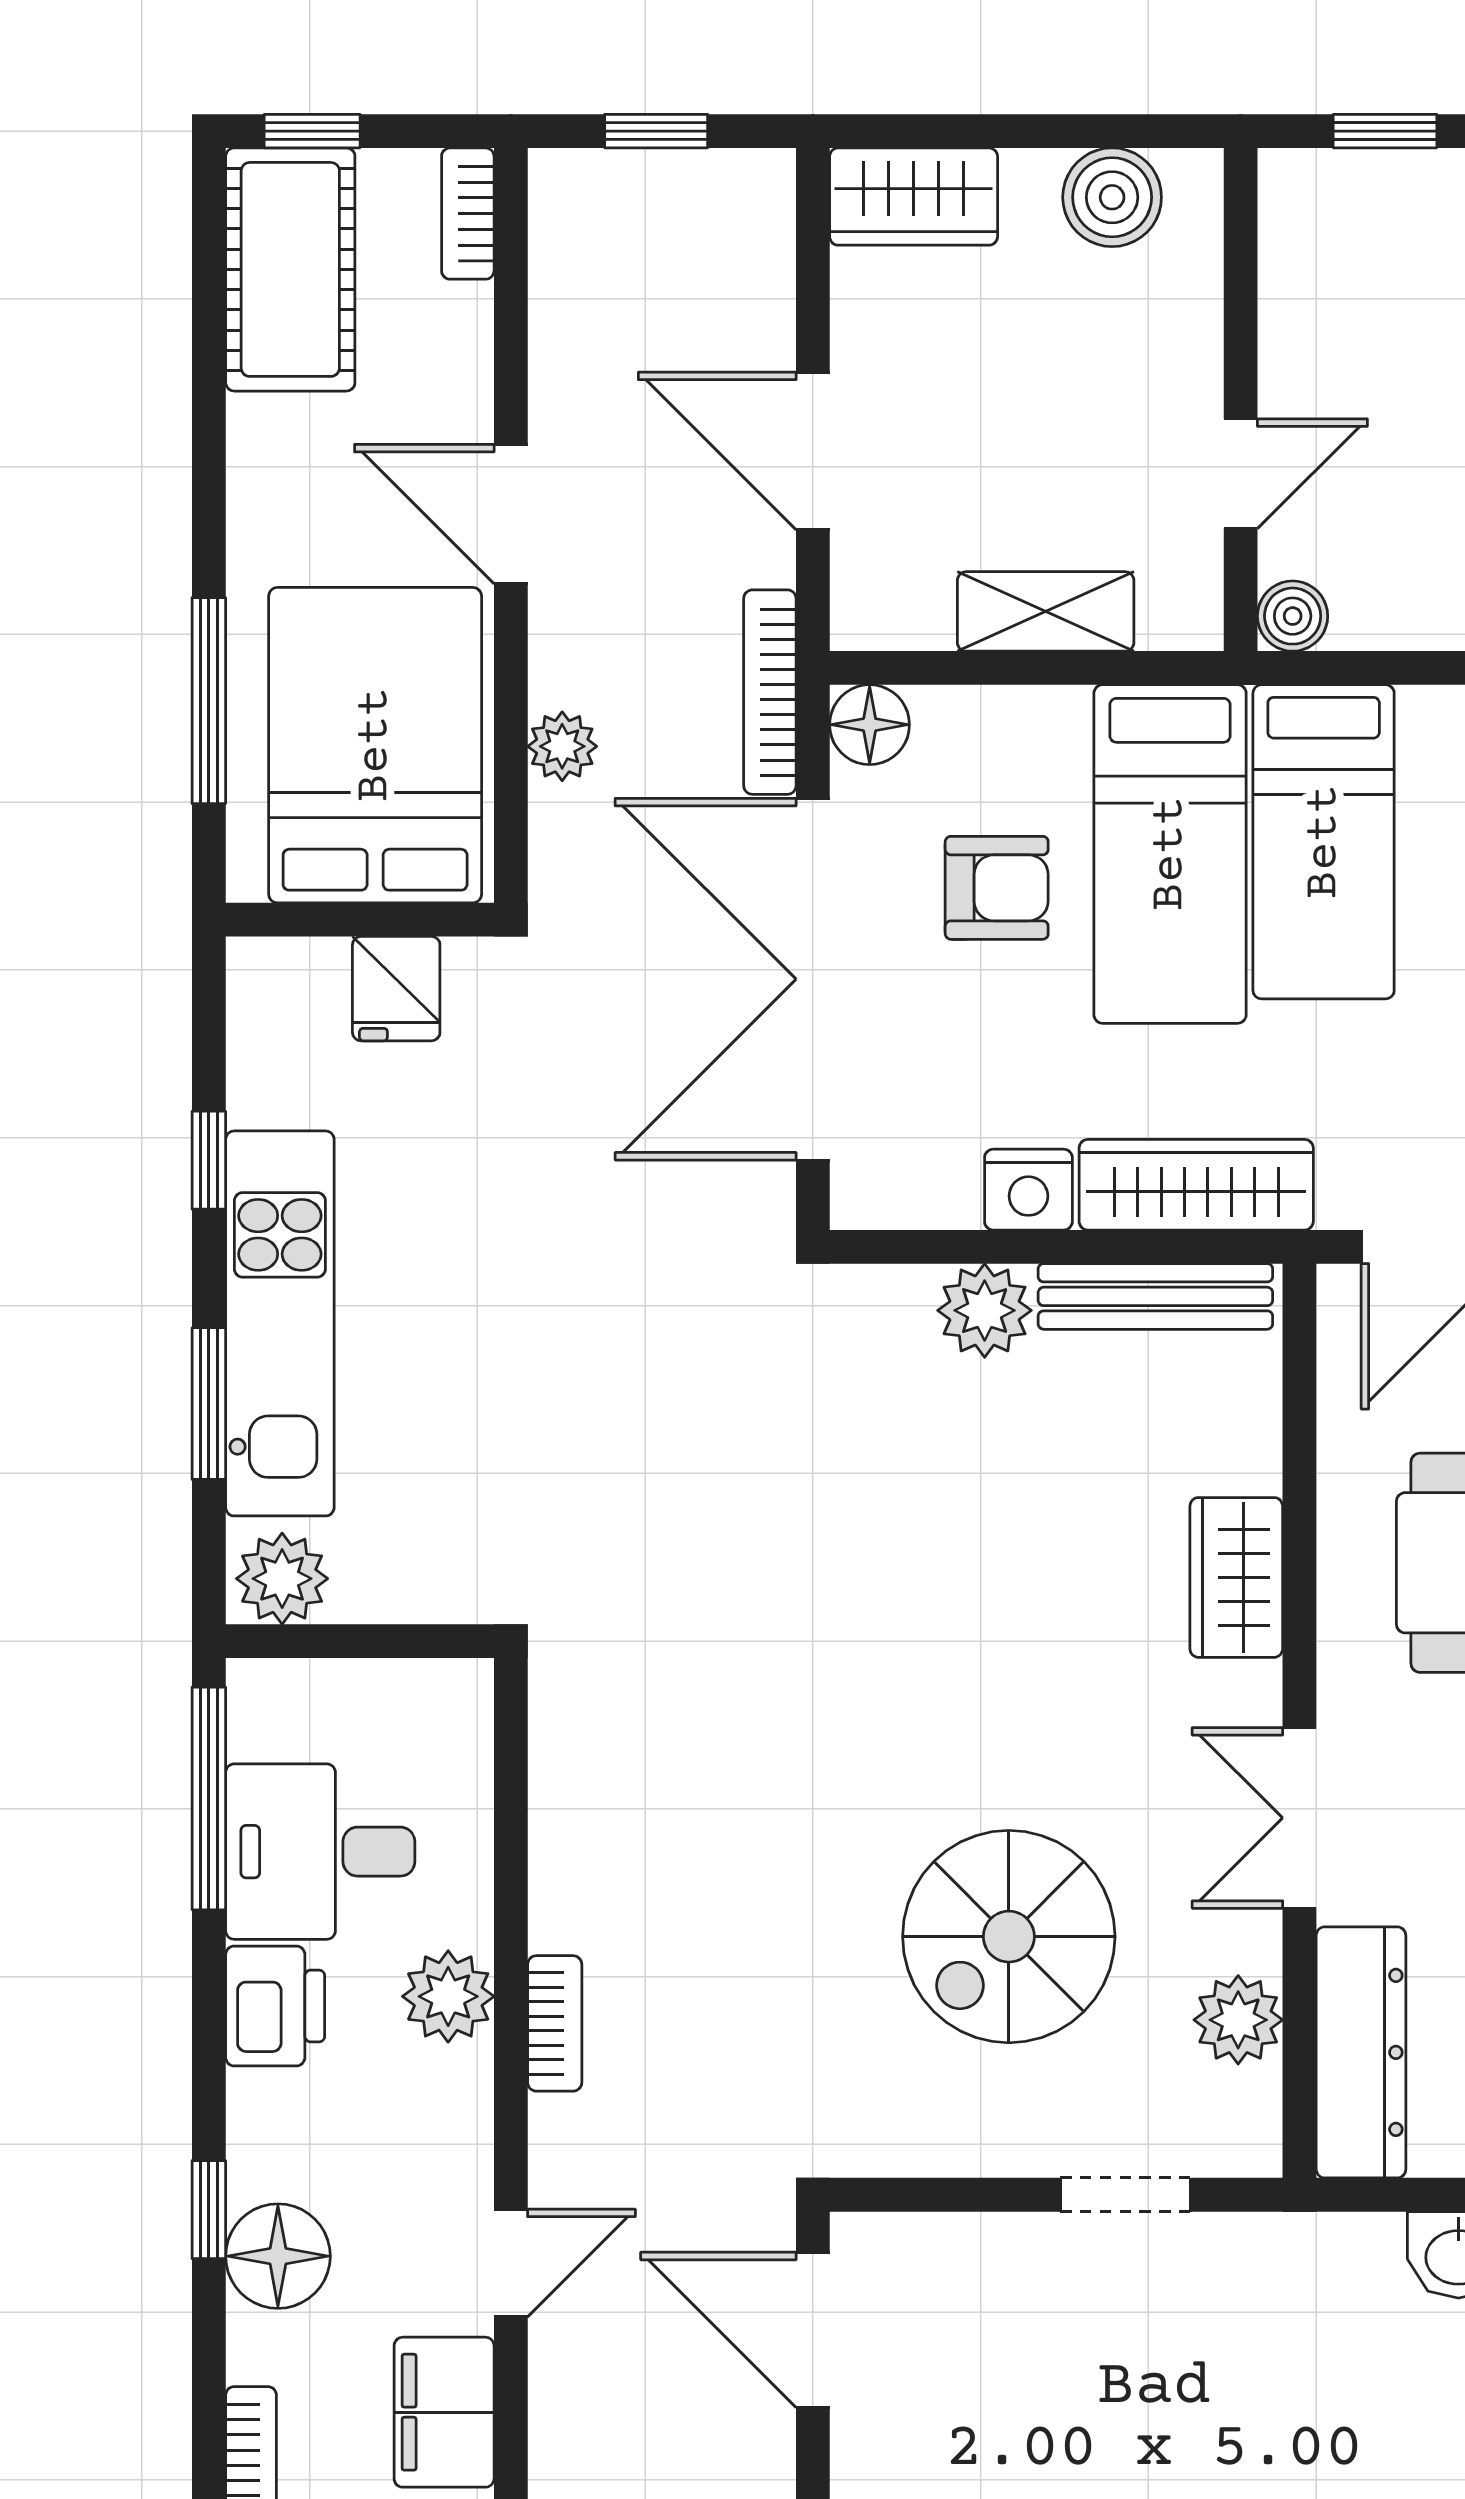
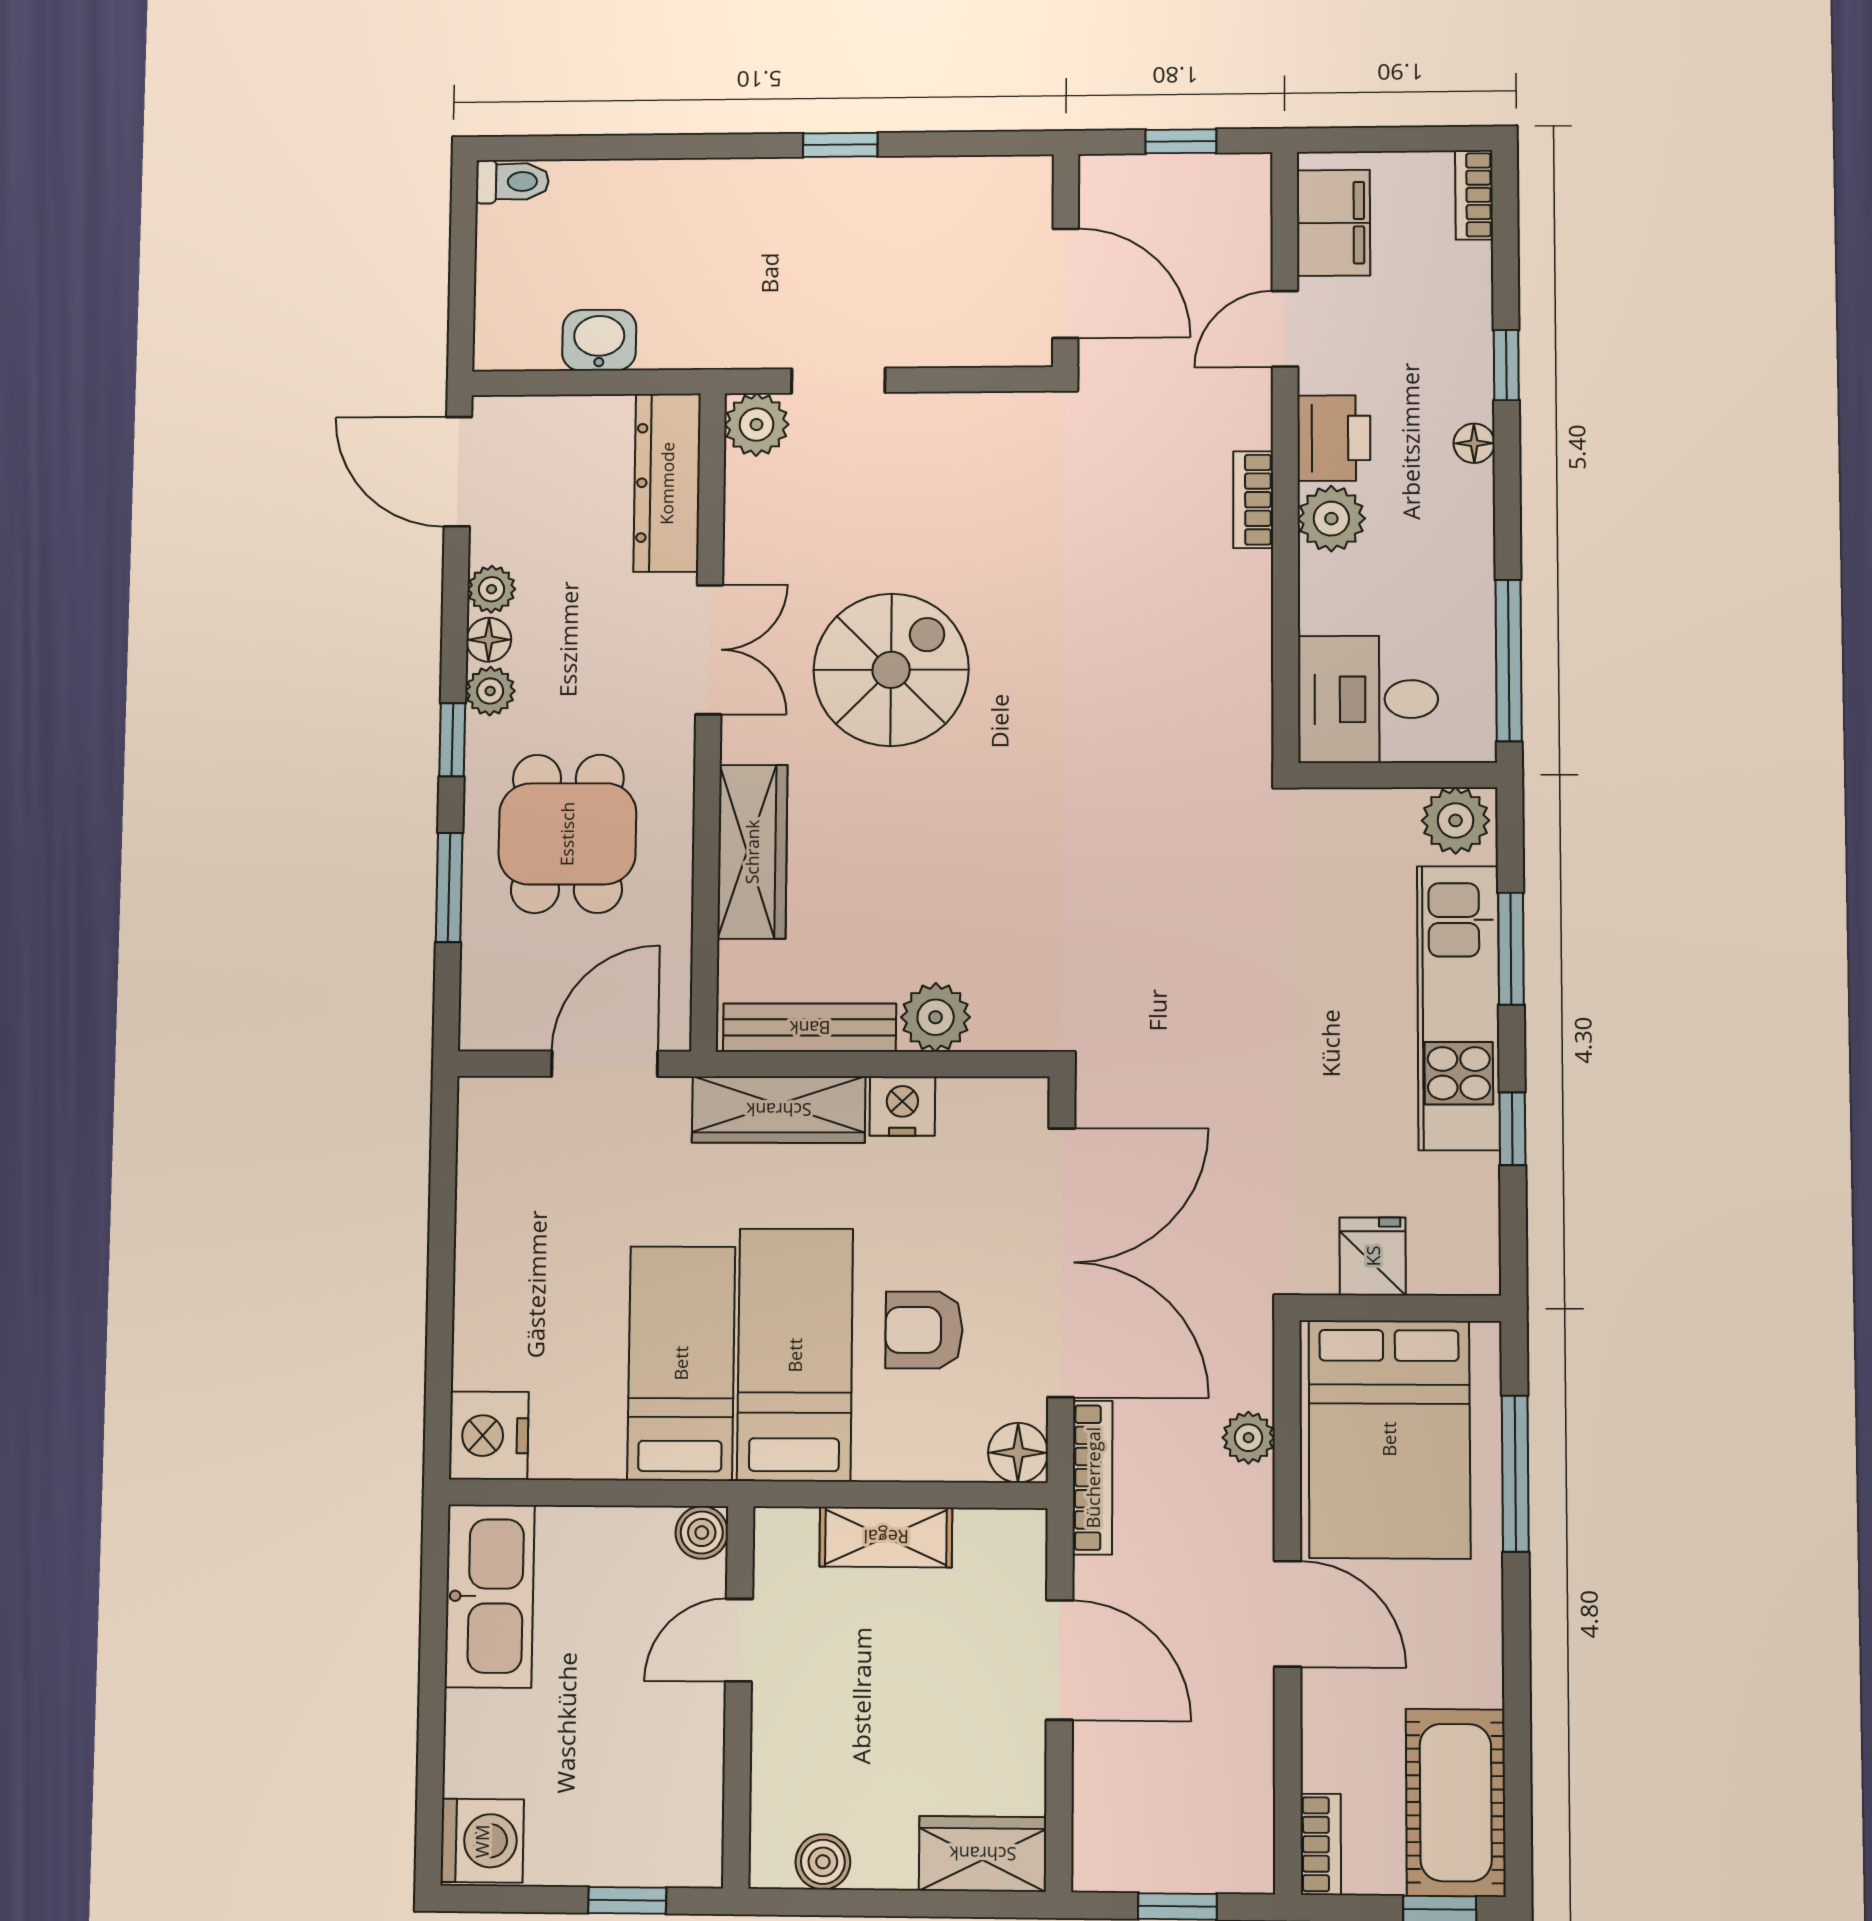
boiler: (1112, 197) -> (823, 1862), width x0.73, depth x0.73
wardrobe: (1236, 1577) -> (752, 852), width x1.50
desk: (320, 1852) -> (1368, 699), moved, turned 180
spiral stairs: (1009, 1937) -> (891, 670), moved
printer: (275, 2006) -> (1334, 438), moved, turned 180
plant: (1238, 2020) -> (757, 425), moved
floor lamp: (278, 2256) -> (1474, 443), moved, width x0.53, depth x0.53

